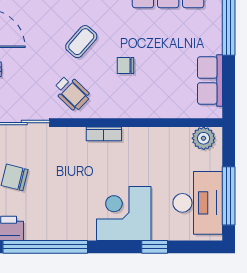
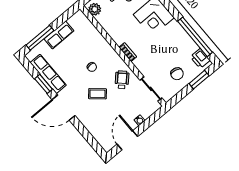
row of seats: (210, 80) -> (59, 35), moved

